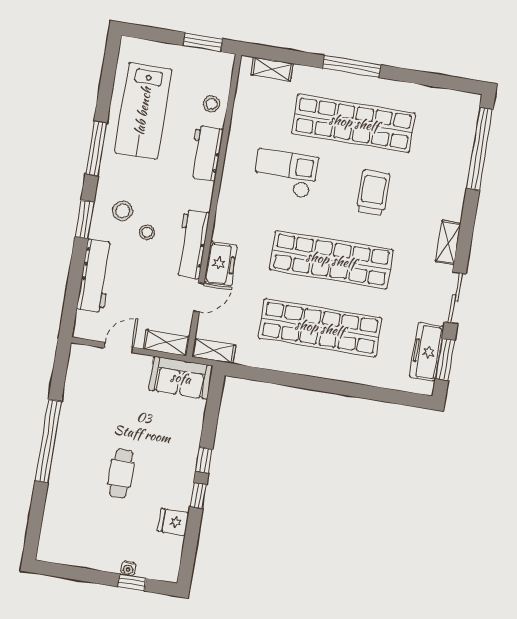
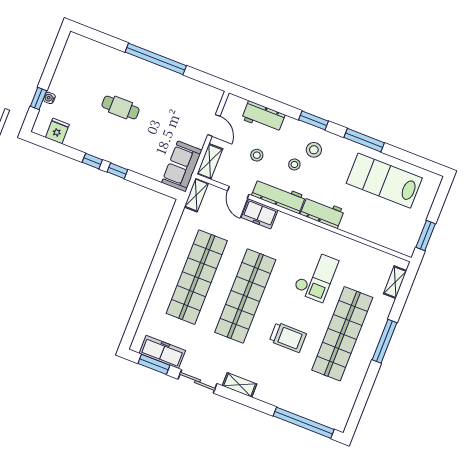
stool: (211, 104) -> (257, 155), moved
workbench: (206, 153) -> (322, 212), moved
workbench: (95, 276) -> (263, 117), width x0.73
fridge: (173, 522) -> (57, 131), moved

